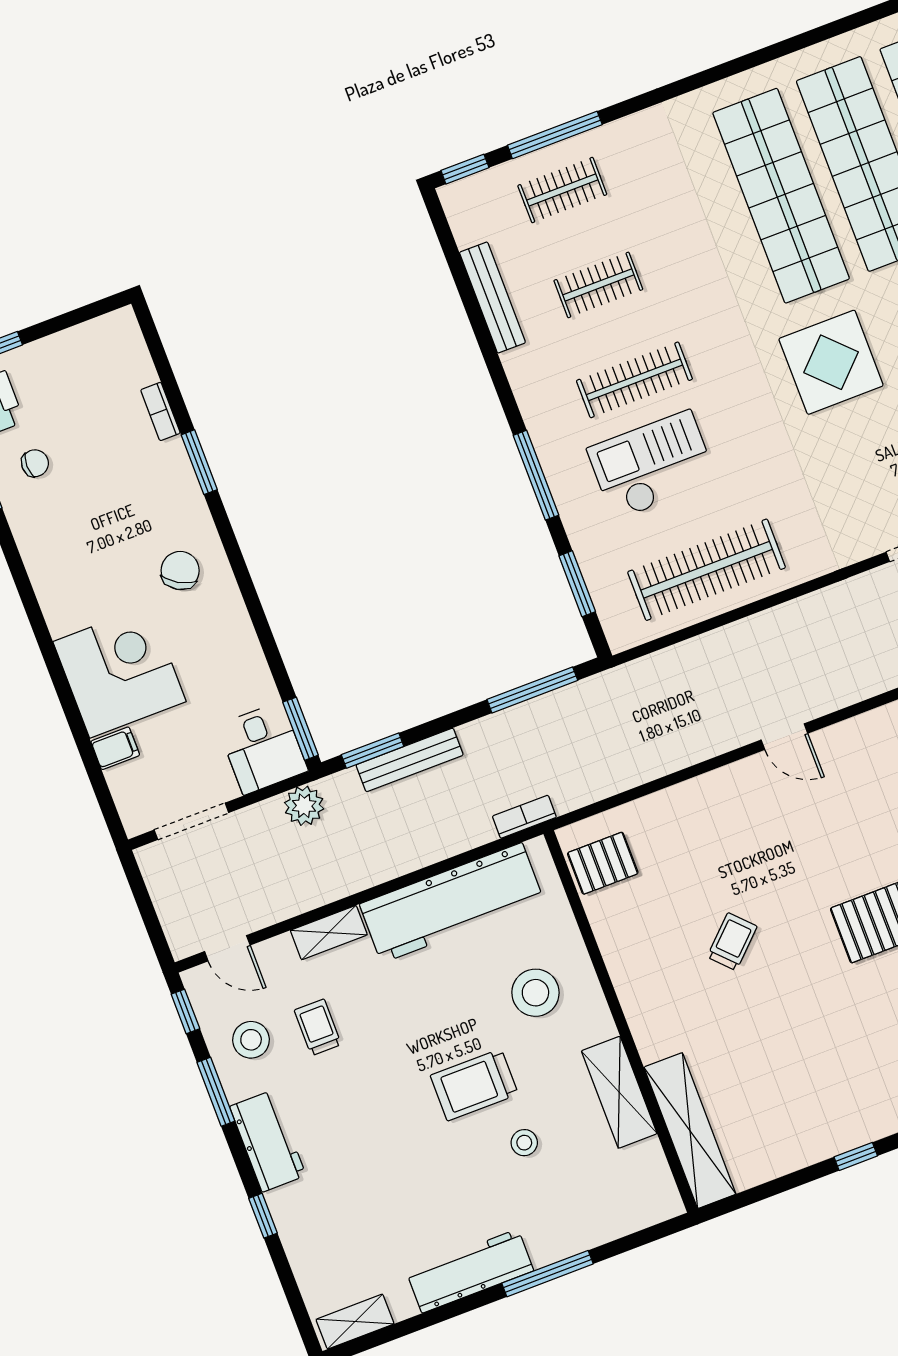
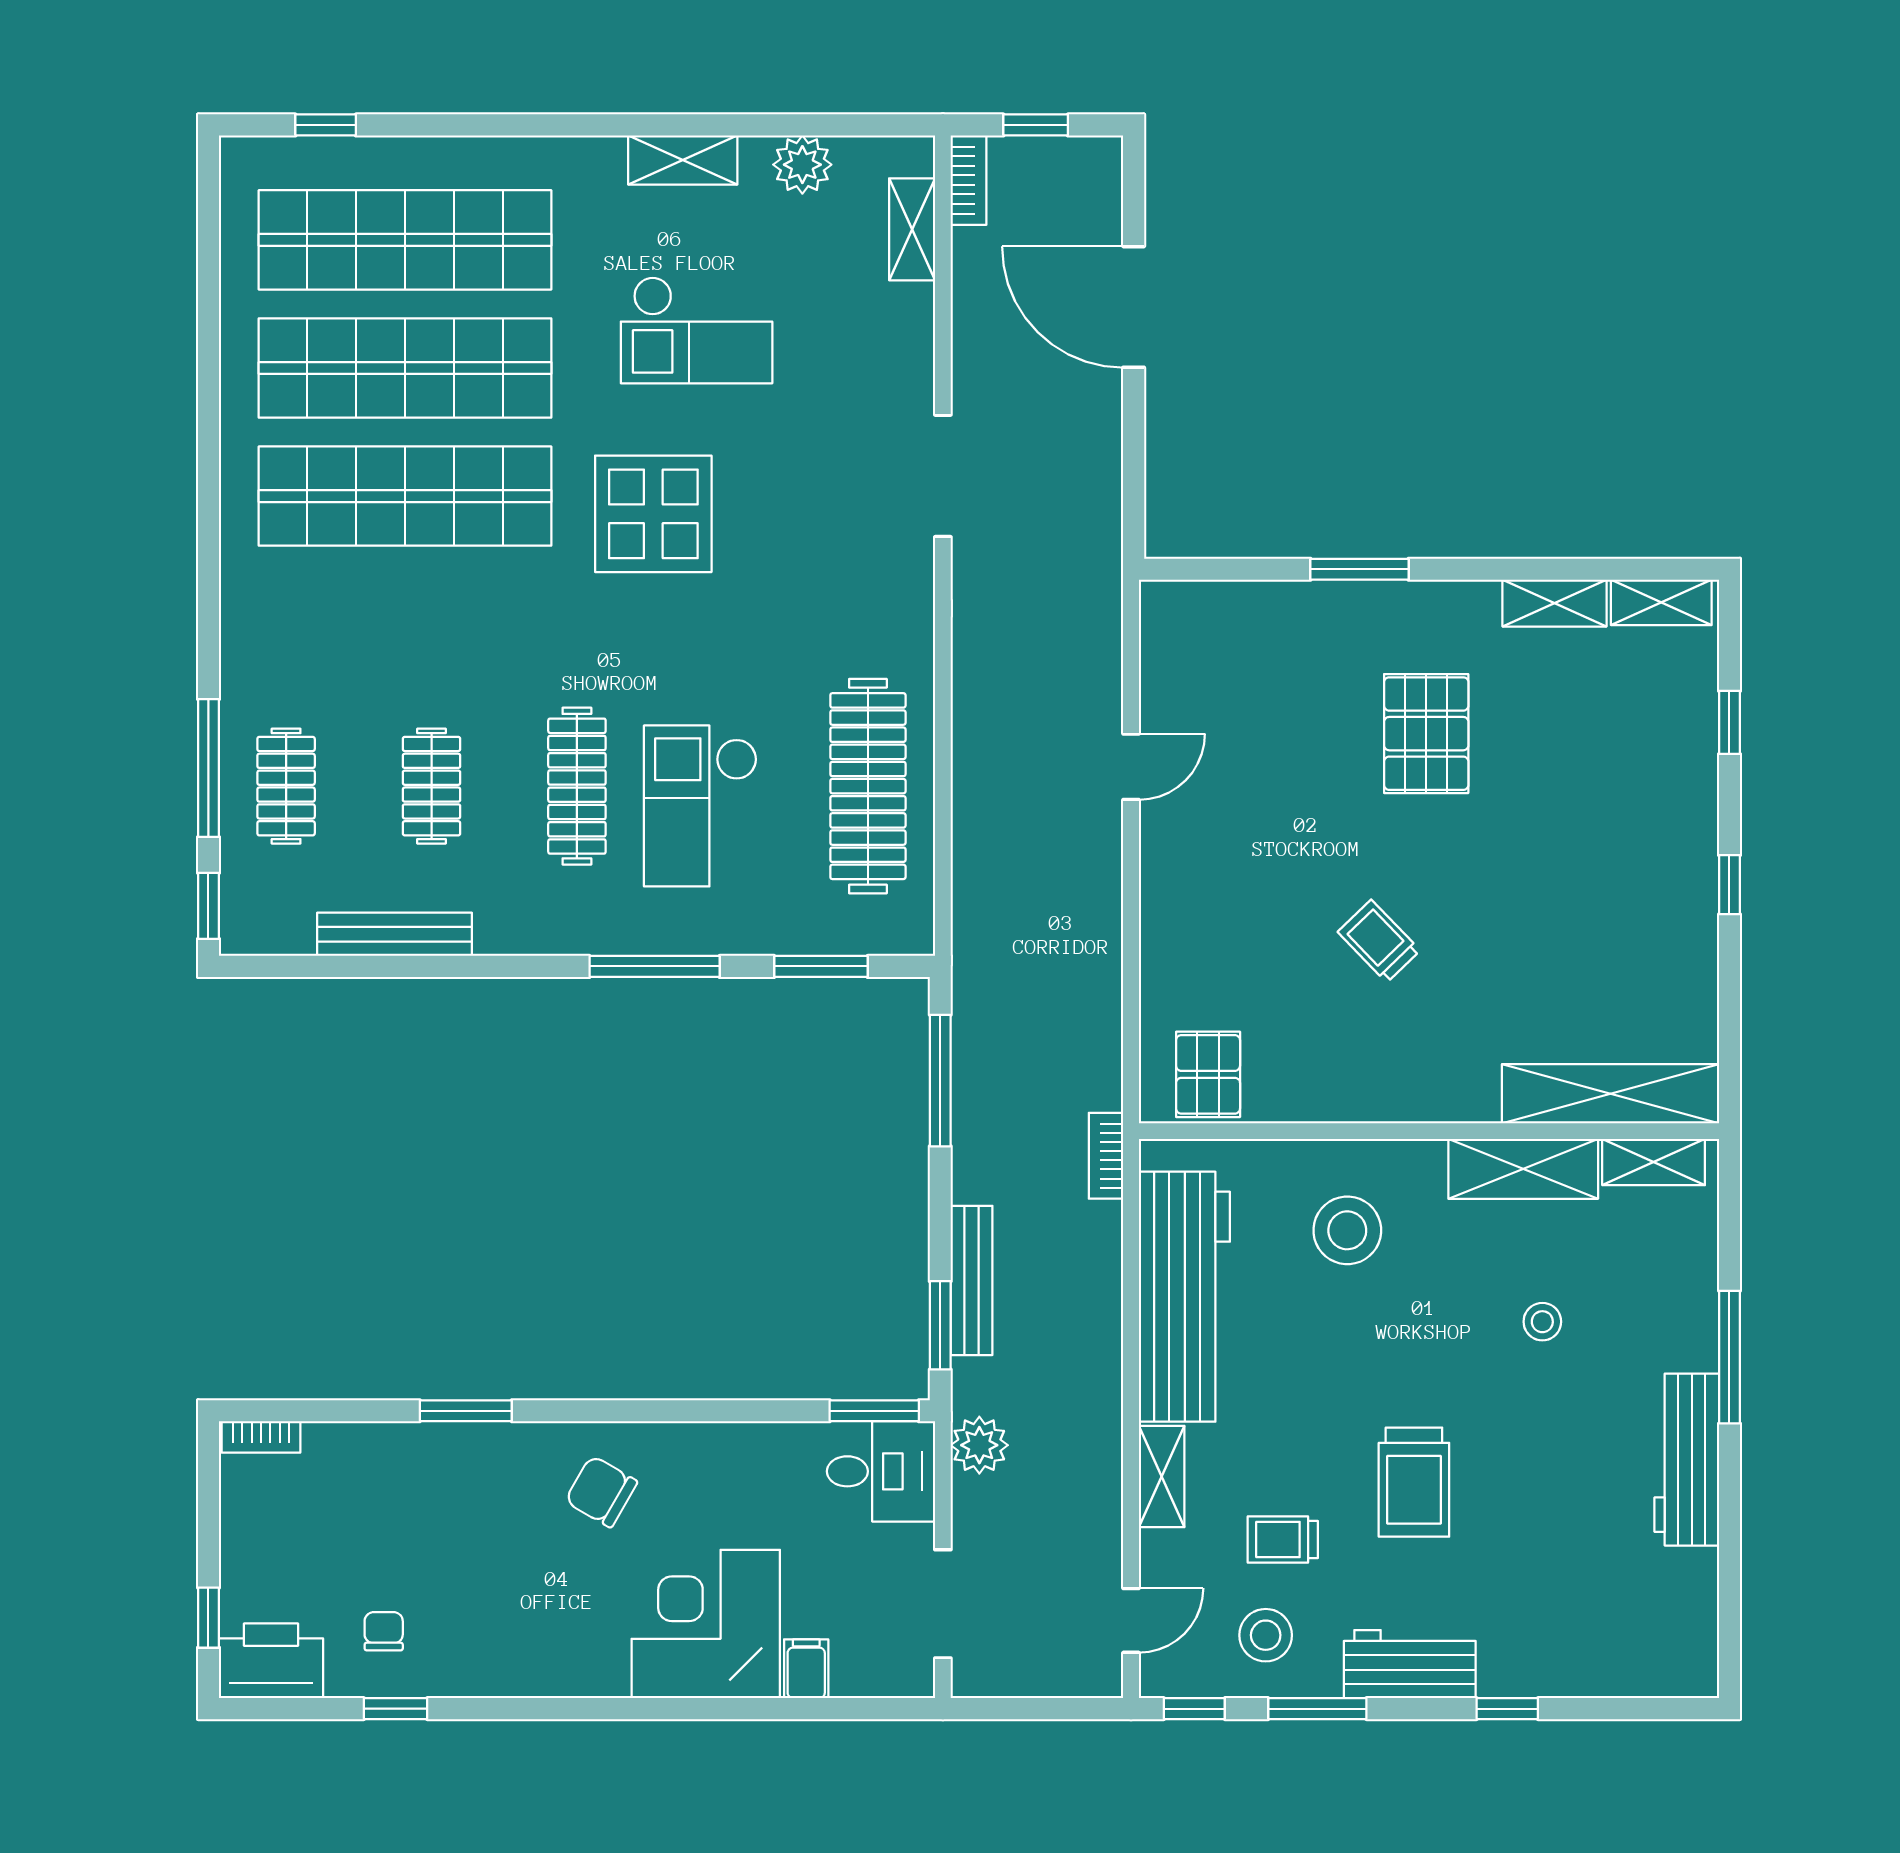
bookcase: (160, 412) -> (261, 1437), moved
trolley: (474, 1085) -> (1414, 1482), moved
shelving: (355, 1322) -> (1654, 1162), moved, turned 90

